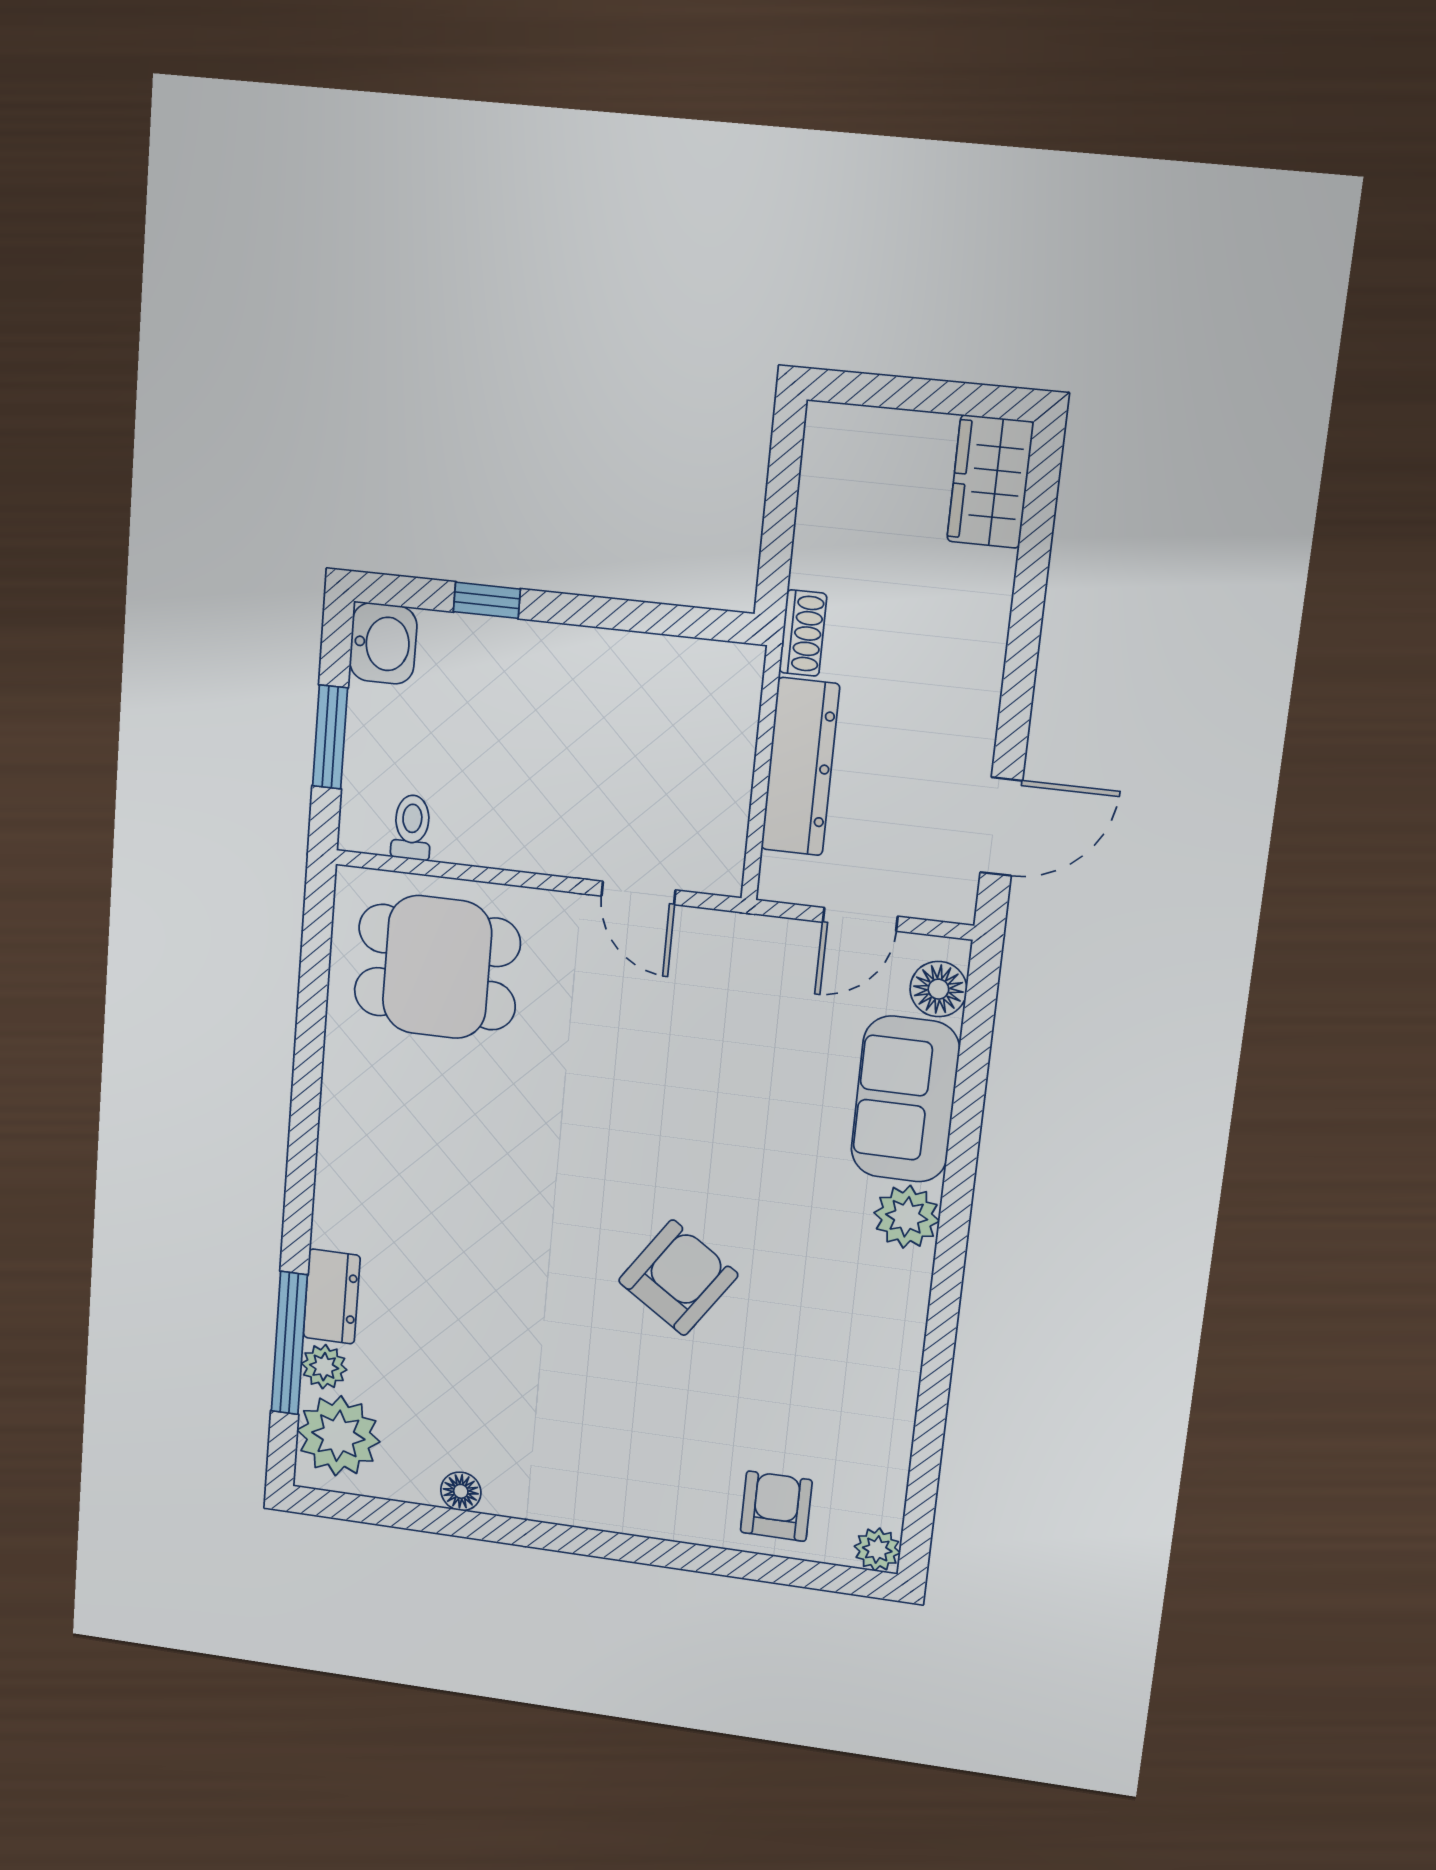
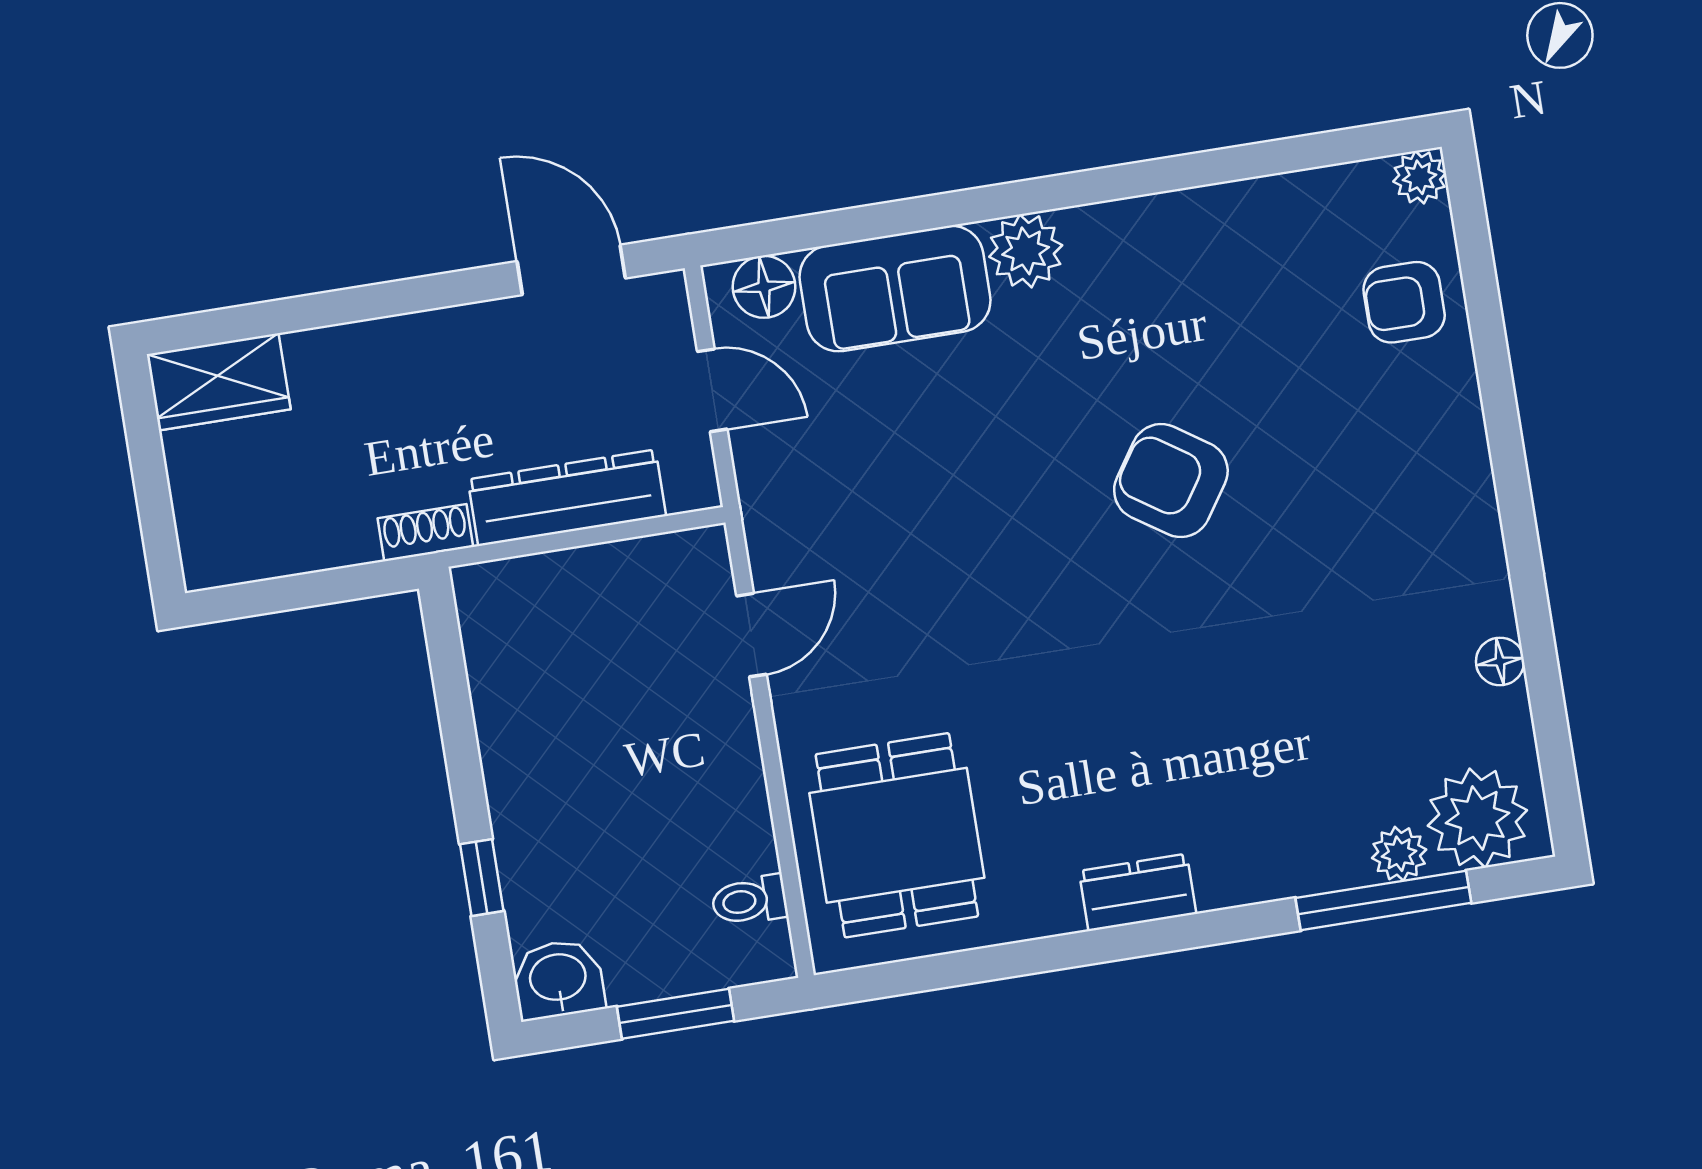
dresser: (332, 1296) -> (1138, 892), moved

